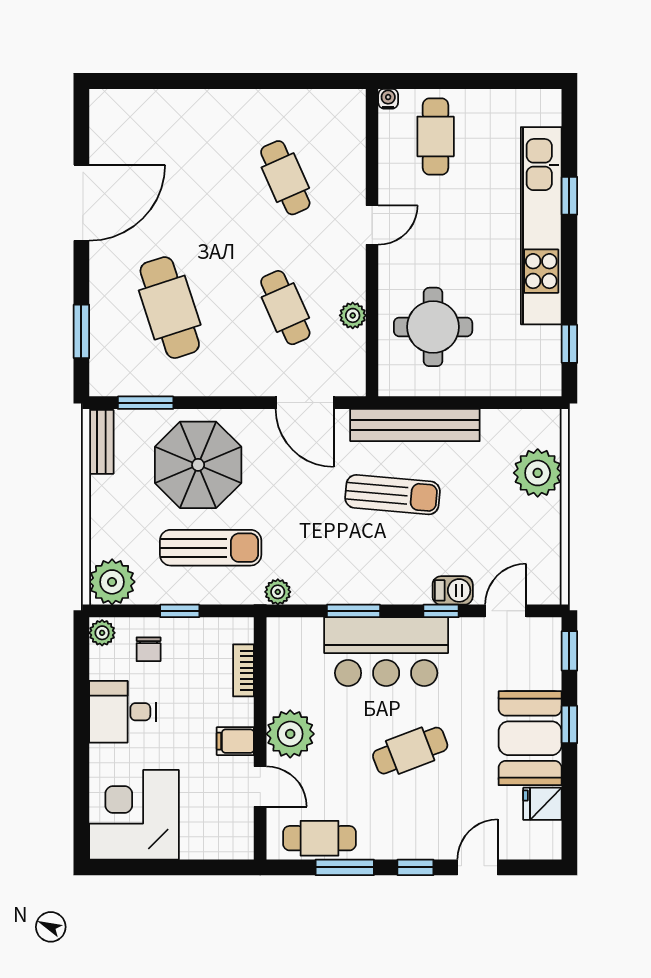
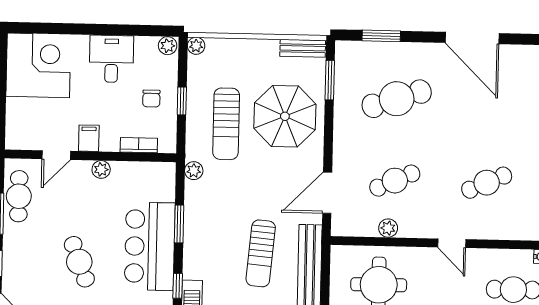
plant: (112, 582) -> (196, 46), width x0.53, depth x0.53
chair: (149, 649) -> (151, 98), moved, turned -90
plant: (290, 734) -> (101, 169), width x0.53, depth x0.53

